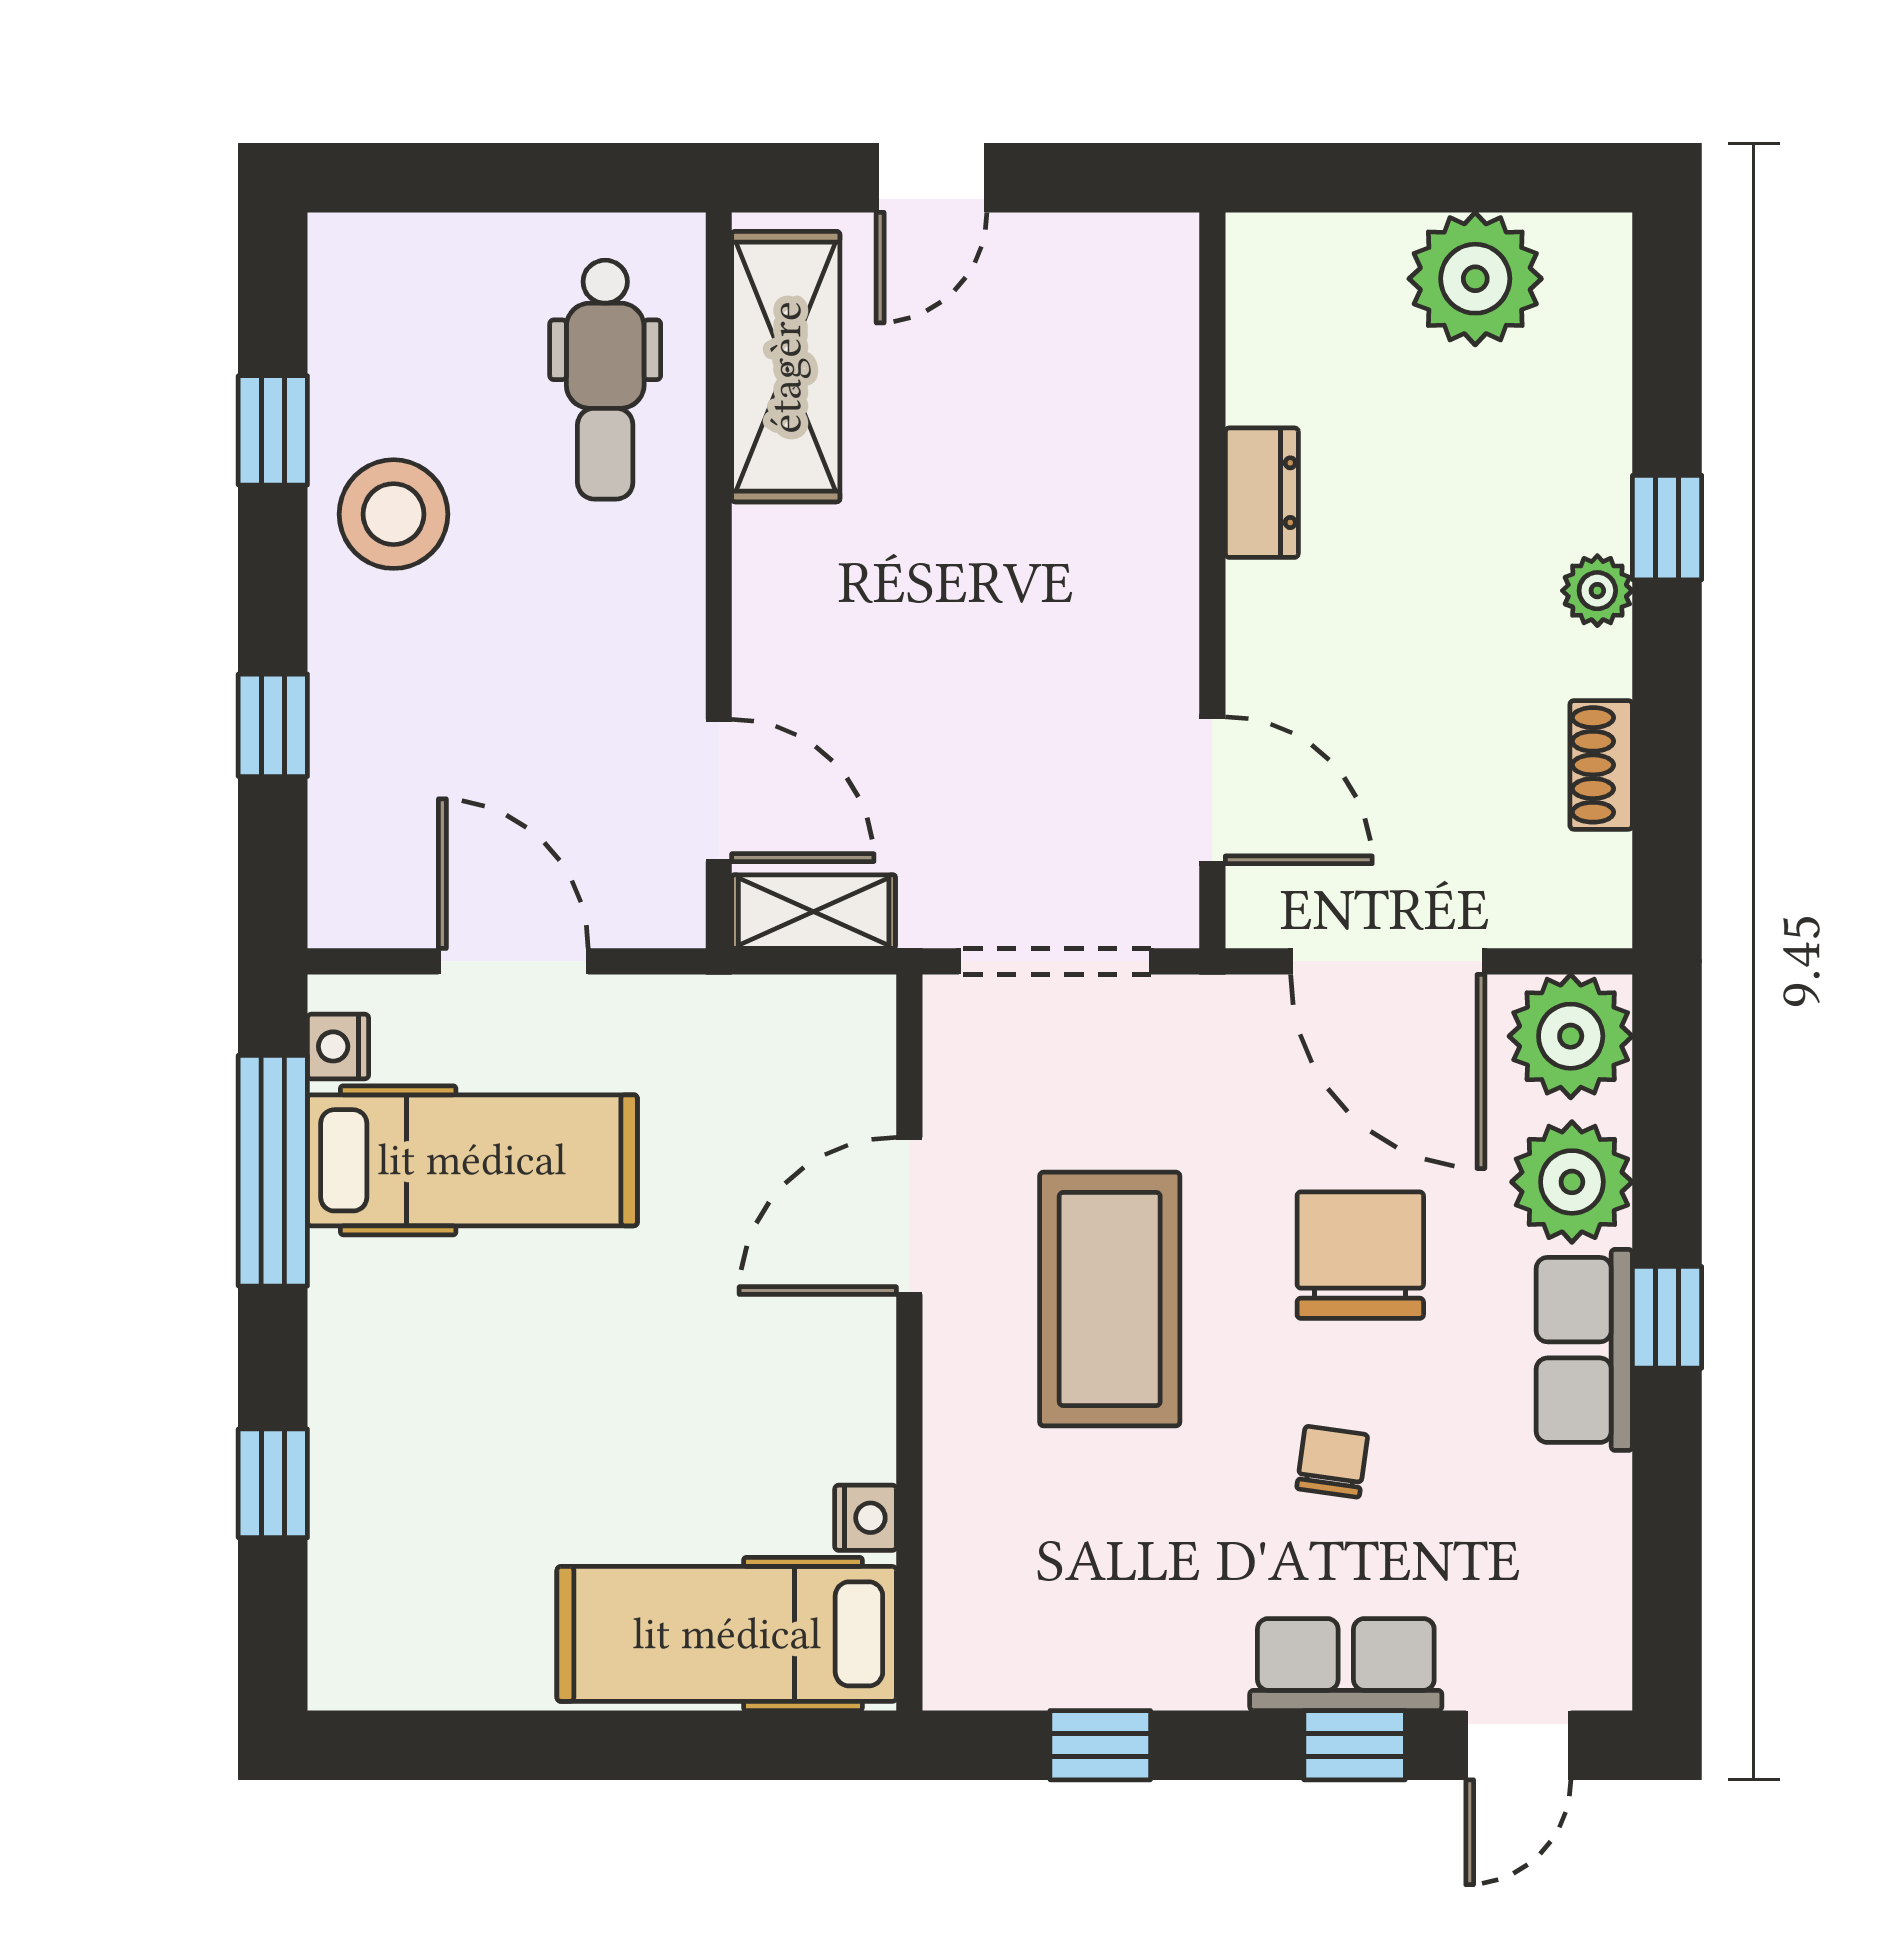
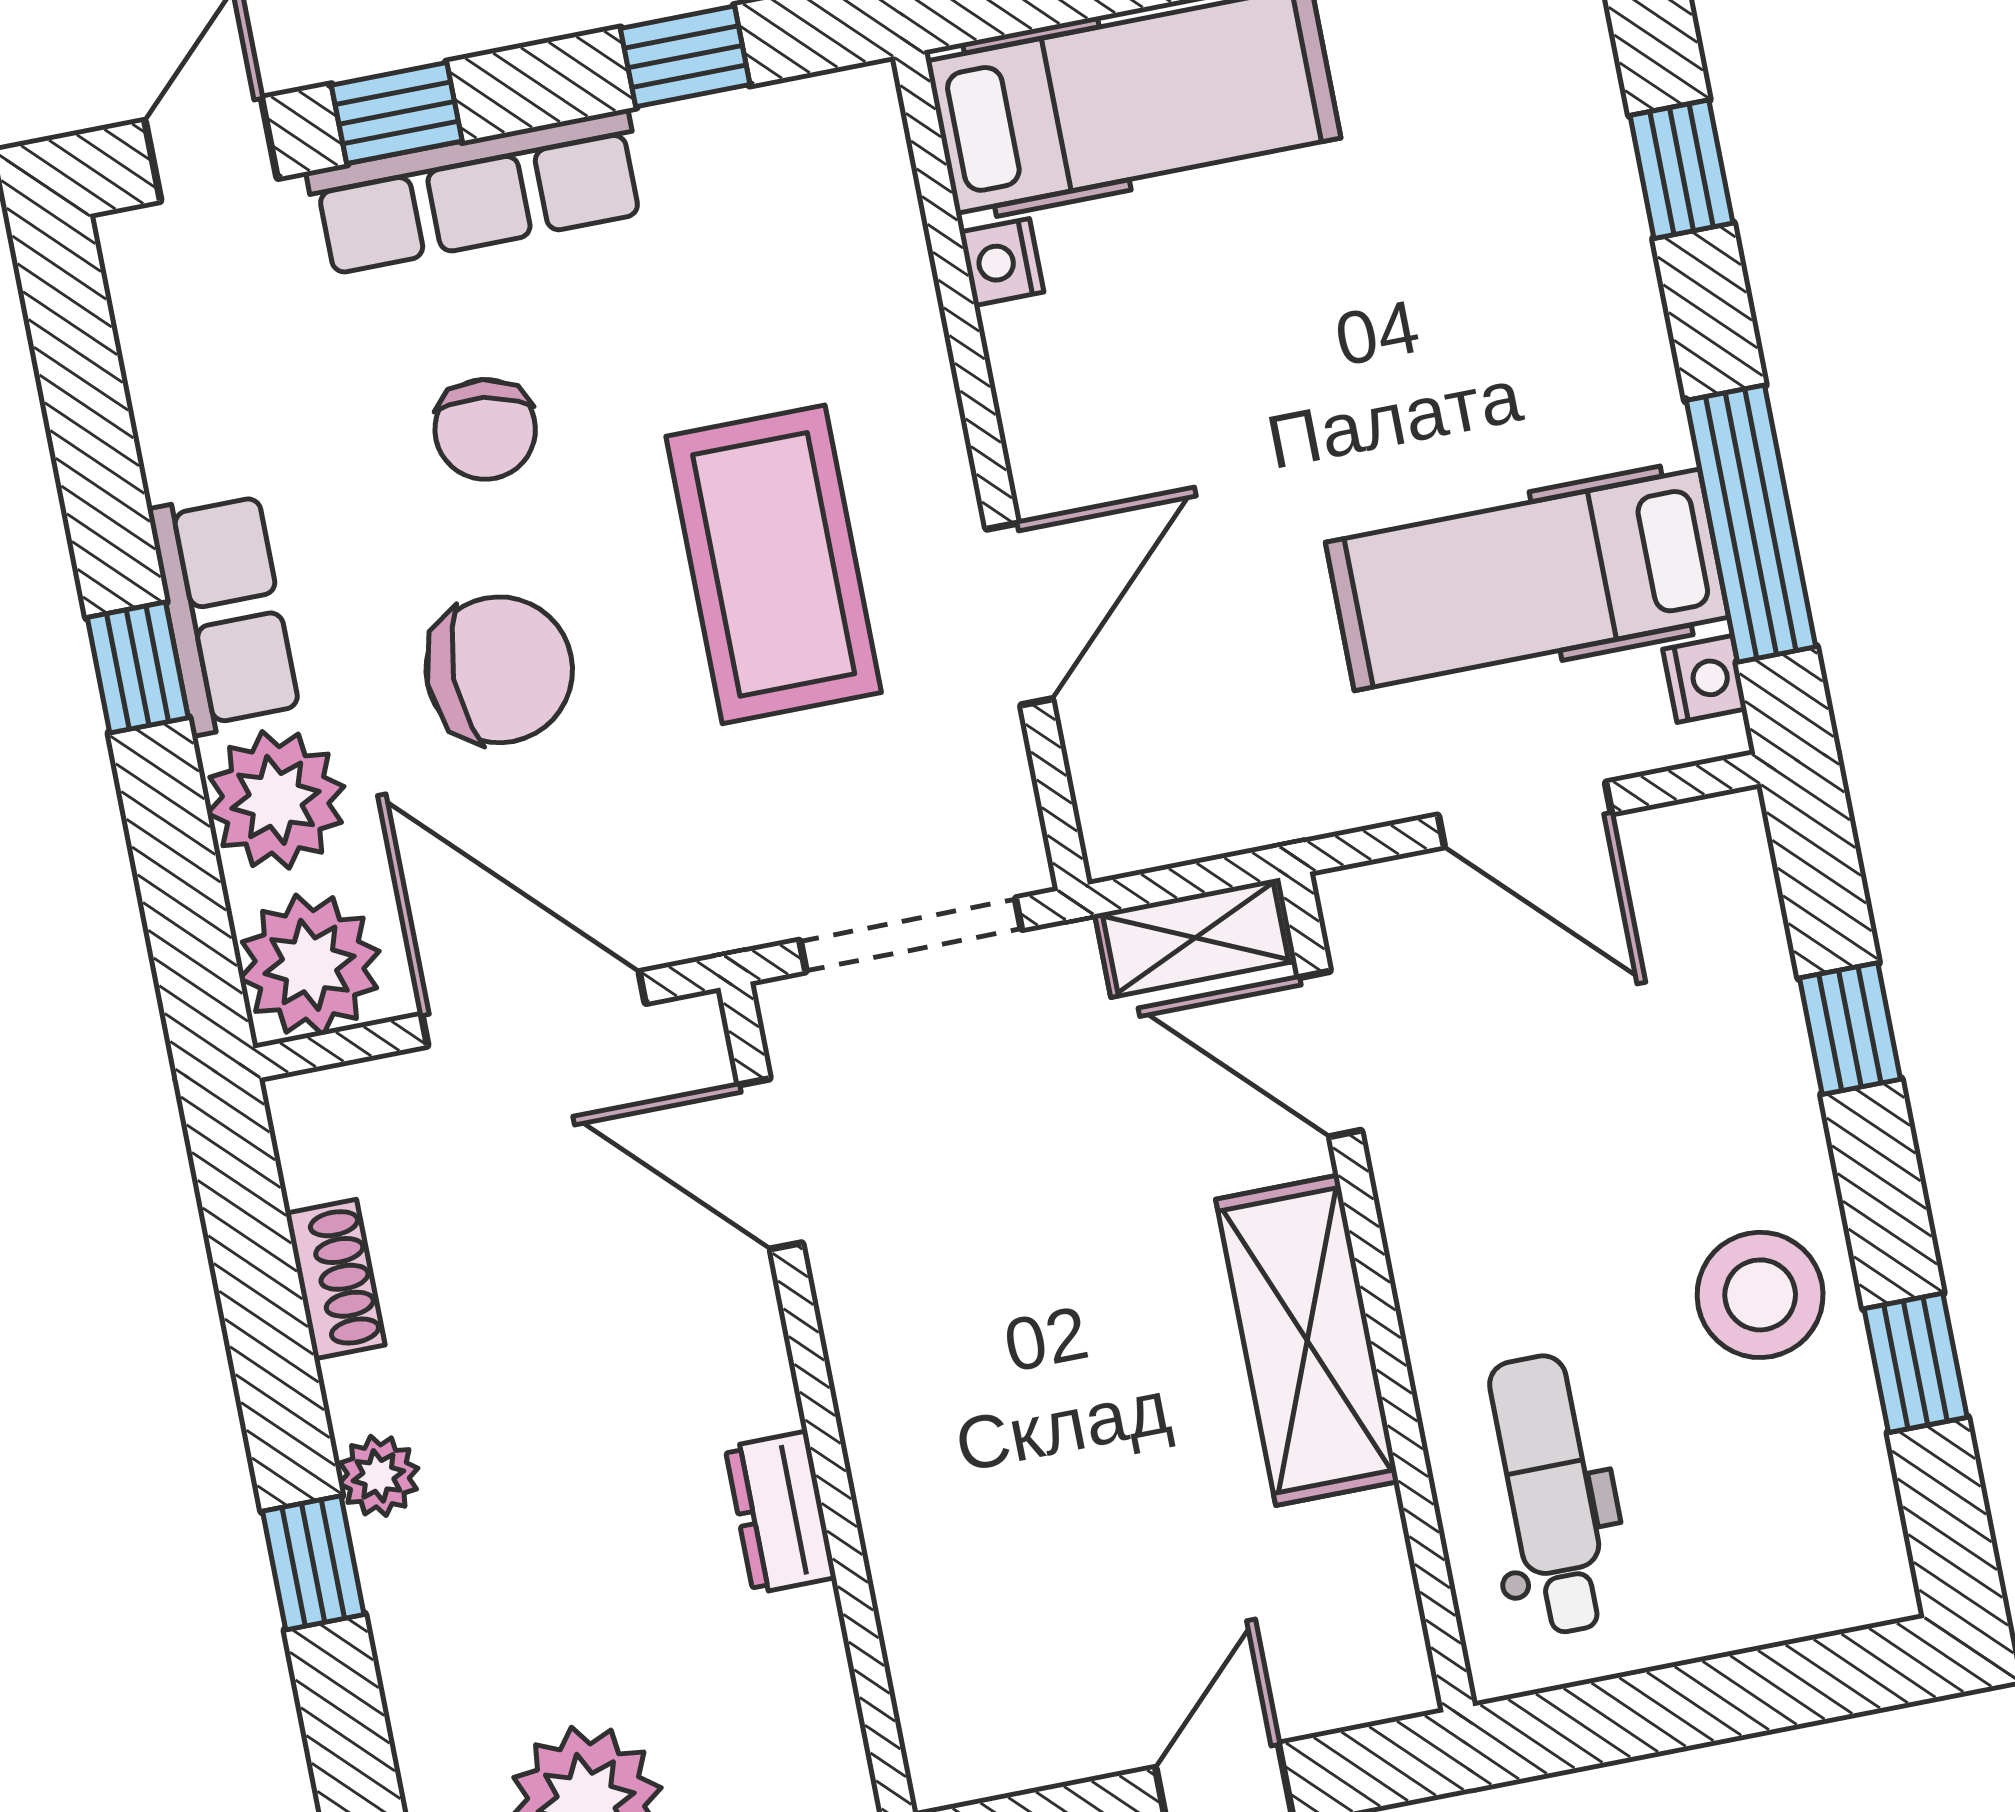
shelving: (786, 367) -> (1307, 1340), moved
chair: (1360, 1255) -> (499, 670), turned -90
chair: (1332, 1462) -> (485, 429), width x1.37, depth x1.37
row of seats: (1346, 1665) -> (477, 192), width x1.48

